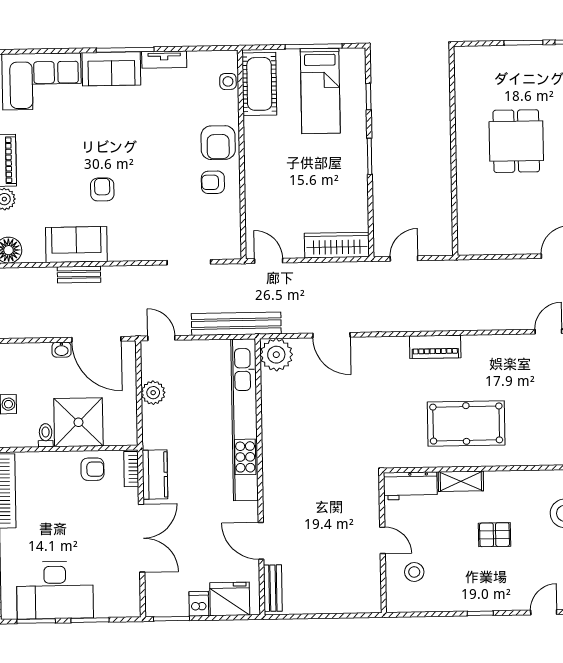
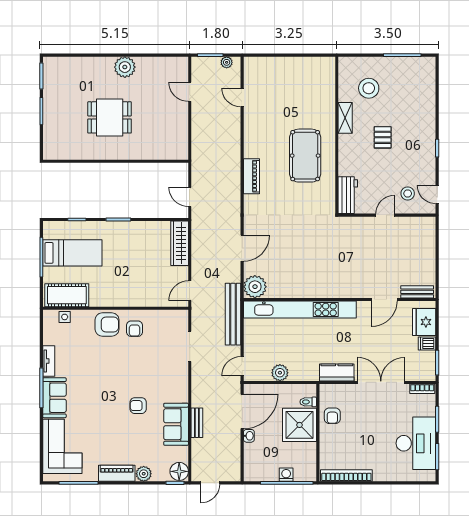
toilet: (46, 435) -> (308, 402), moved
armchair: (92, 469) -> (332, 416), turned 180
bookcase: (131, 469) -> (422, 389), moved
shelving: (461, 481) -> (345, 118), moved
door: (544, 612) -> (437, 195), moved

